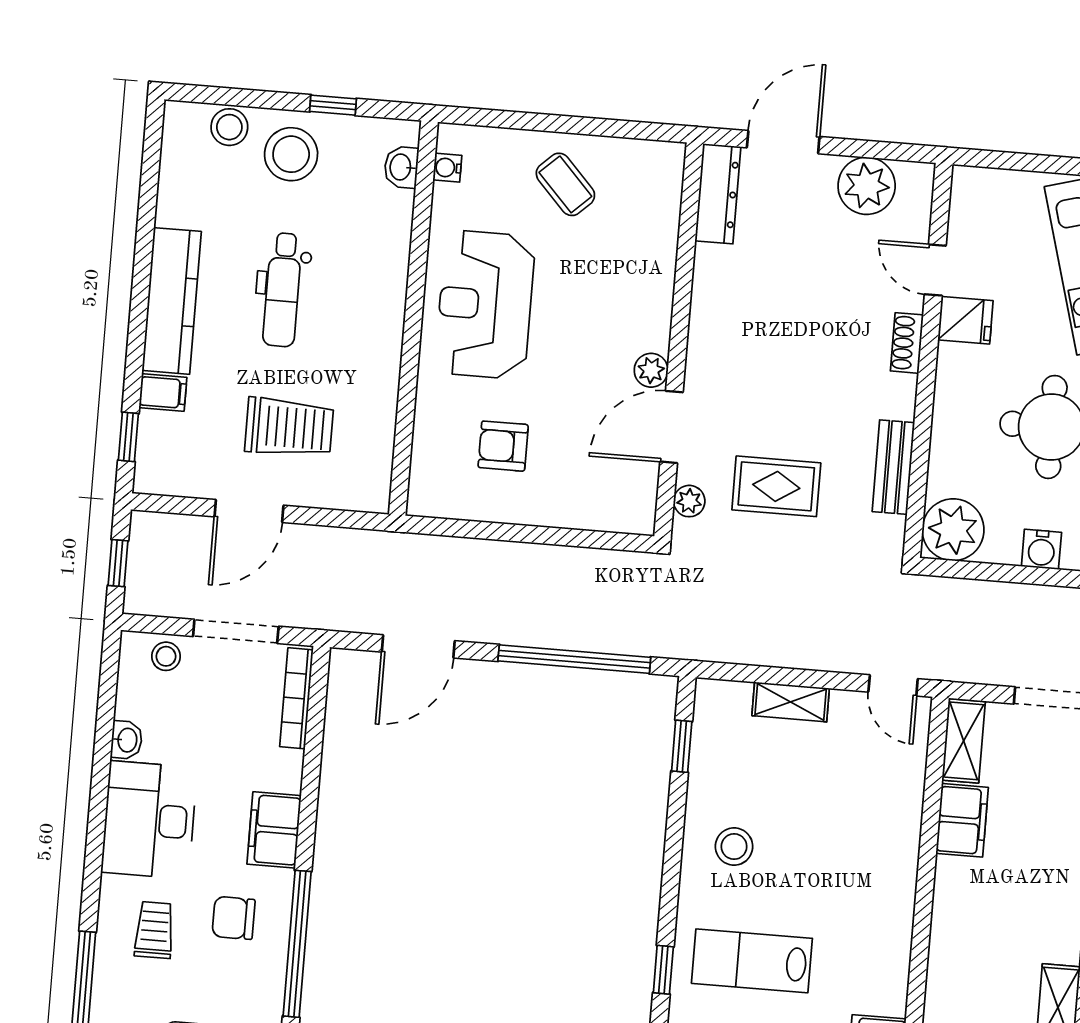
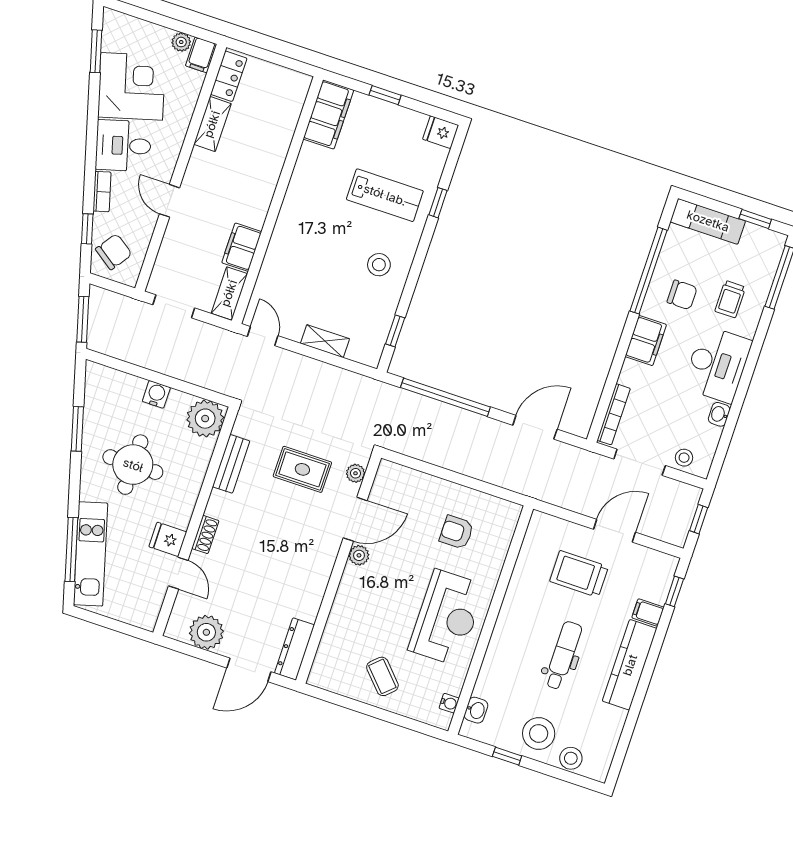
armchair: (503, 446) -> (456, 532), turned 180

